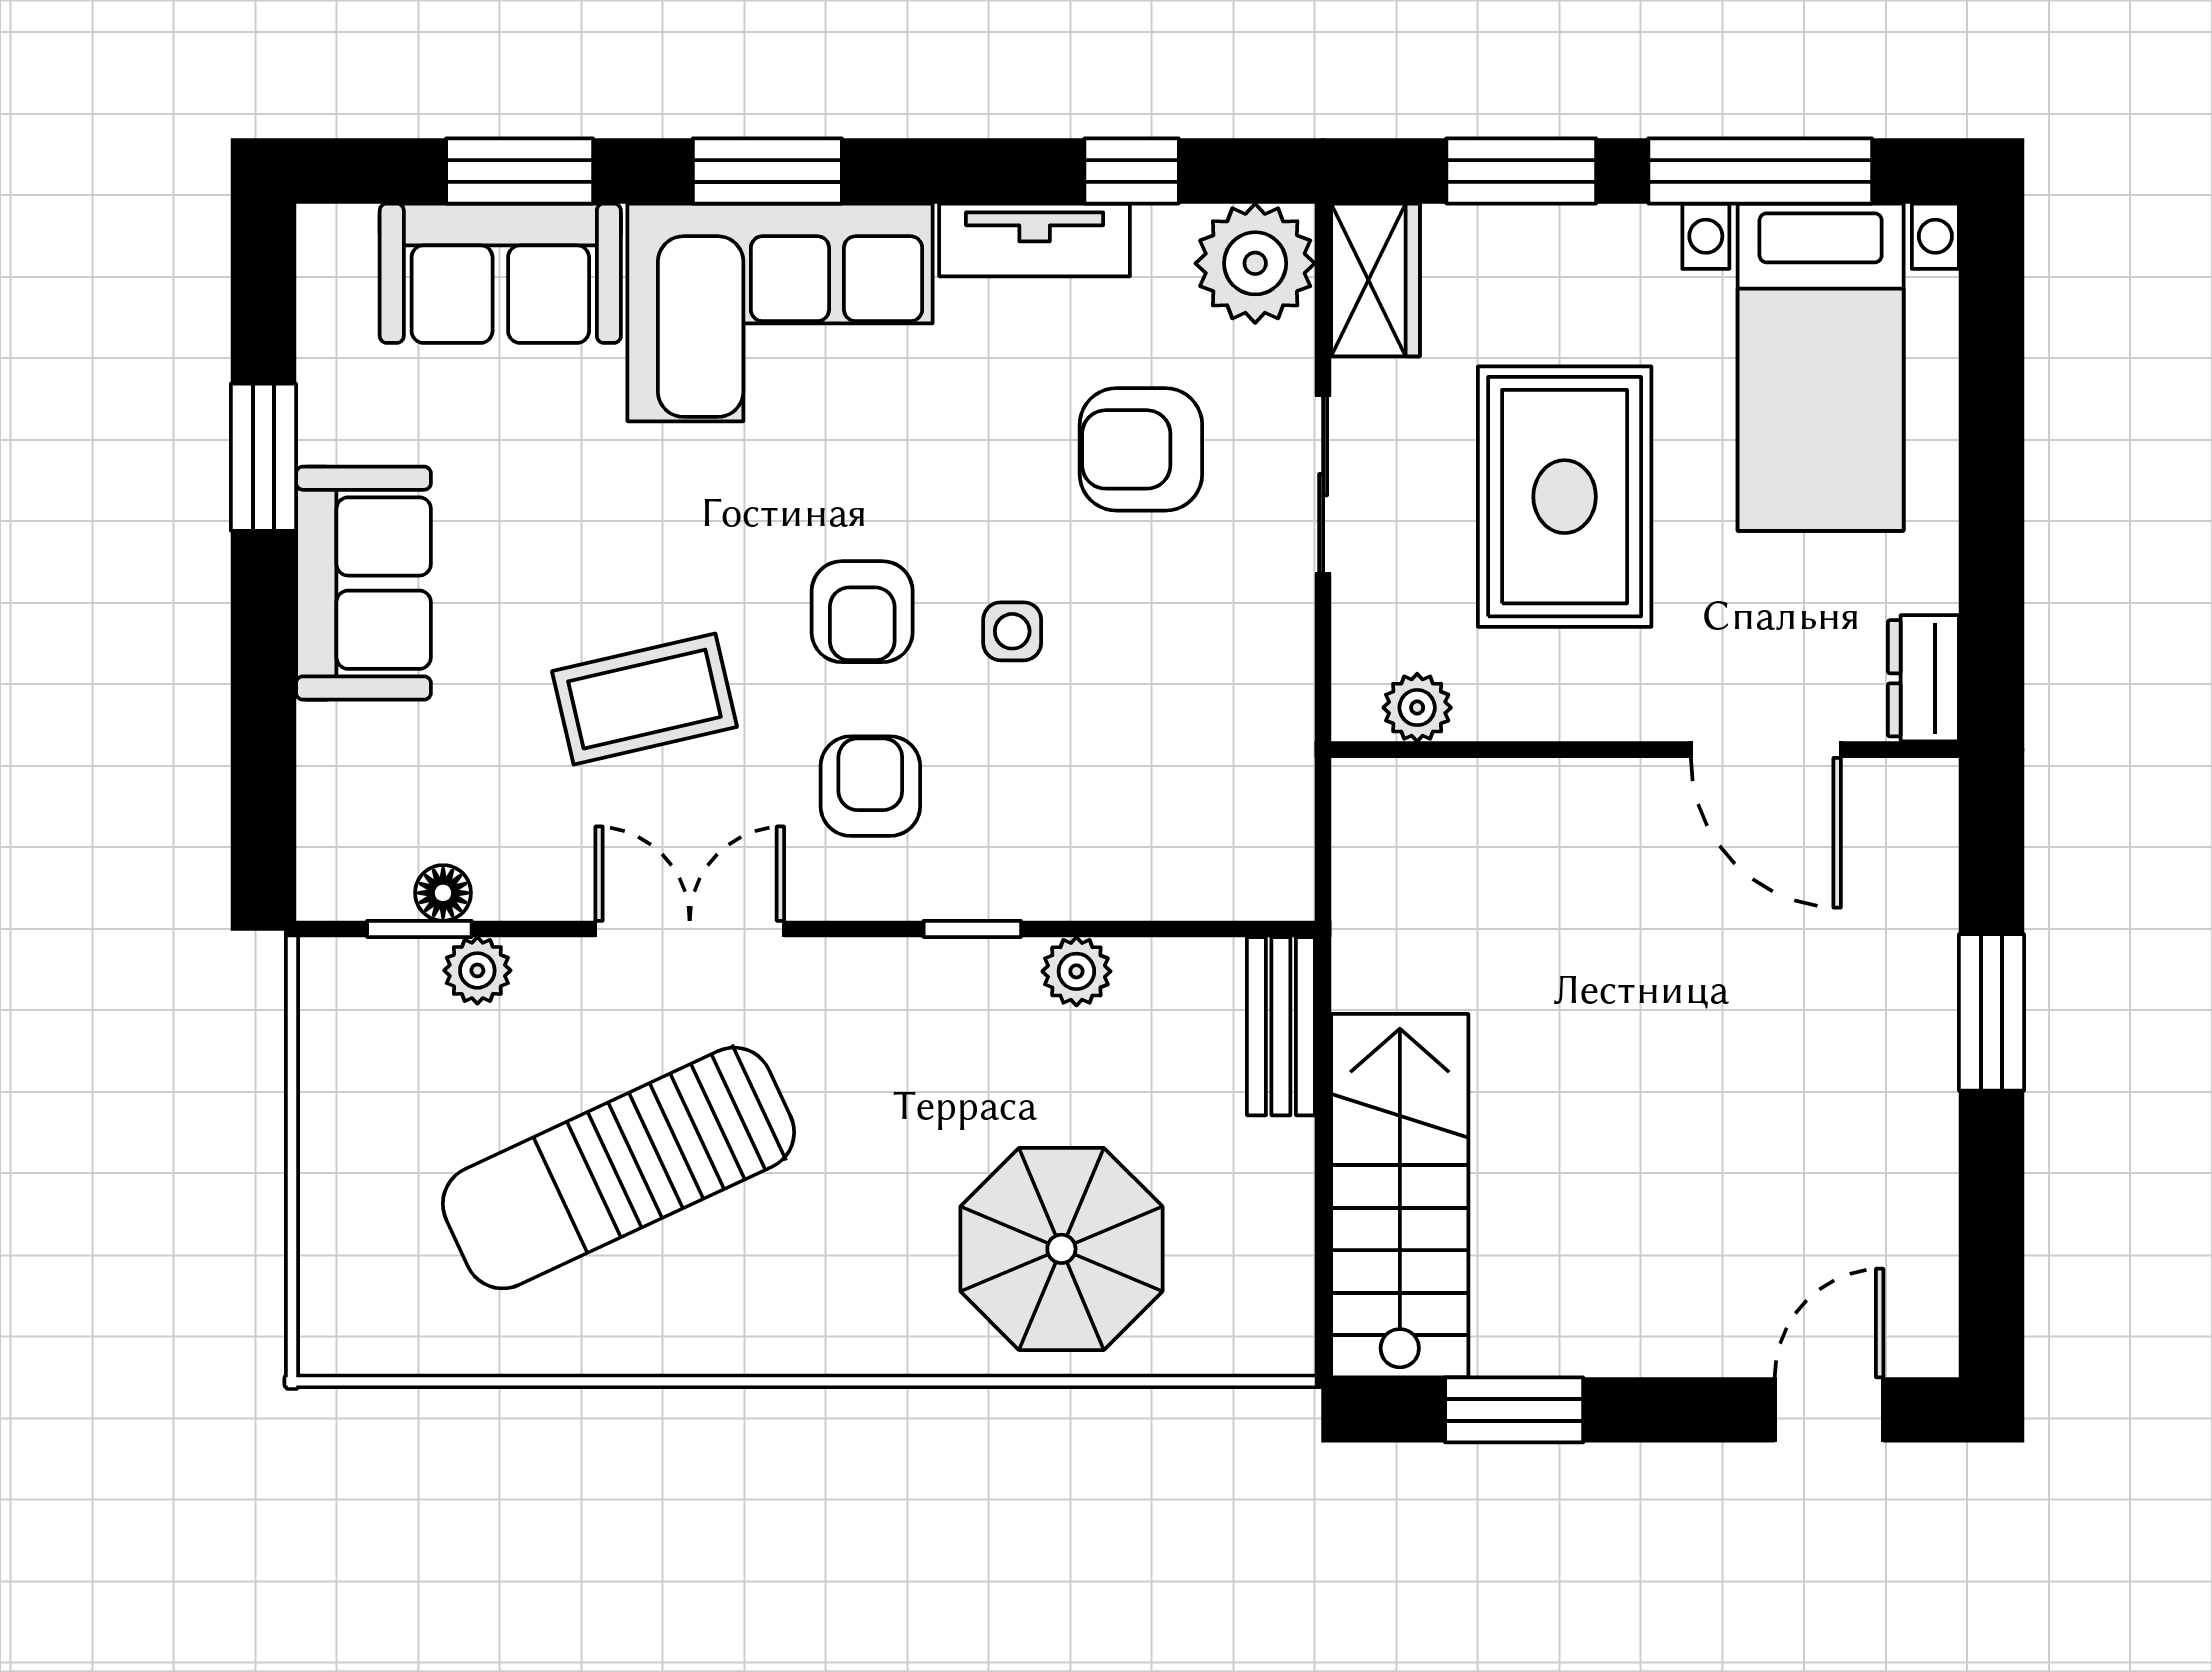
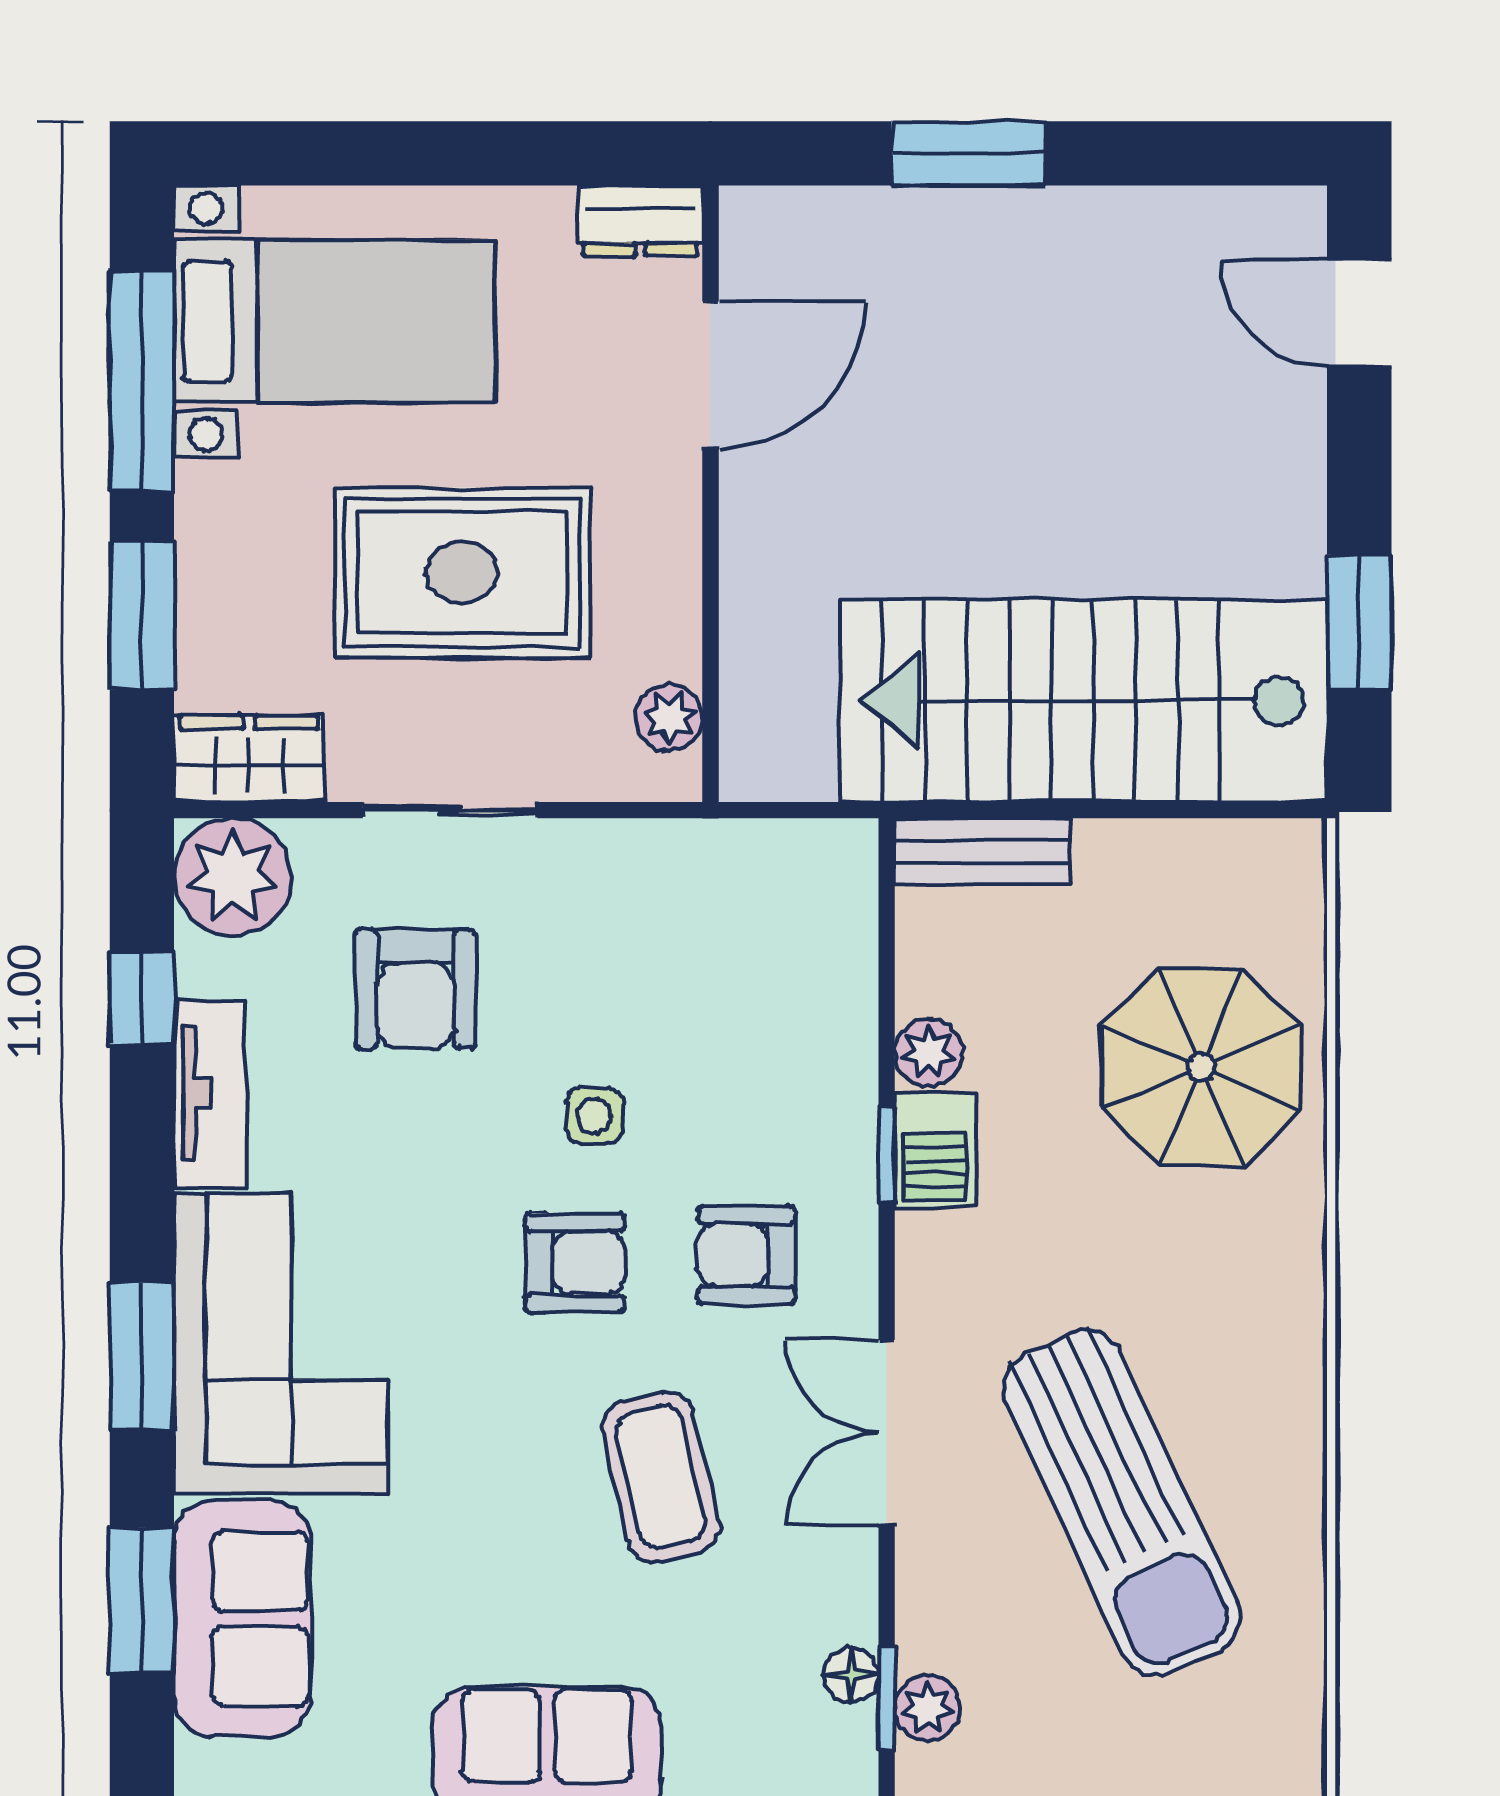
plant: (477, 970) -> (927, 1708), moved
barbecue: (977, 978) -> (935, 1150), added
stairs: (1400, 1196) -> (1084, 701), width x1.36, depth x1.51

